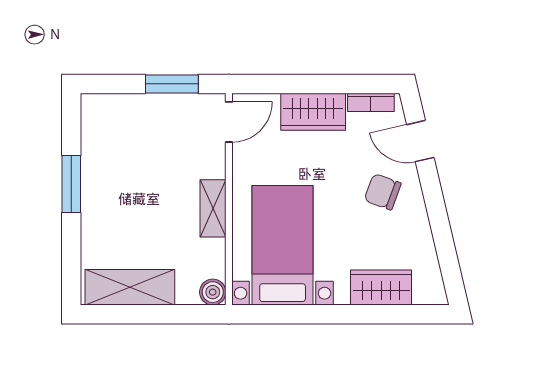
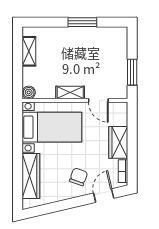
door: (229, 122) -> (98, 100), moved
shelving: (130, 287) -> (29, 51), width x0.67, depth x0.75
wardrobe: (381, 288) -> (31, 176), width x1.50

